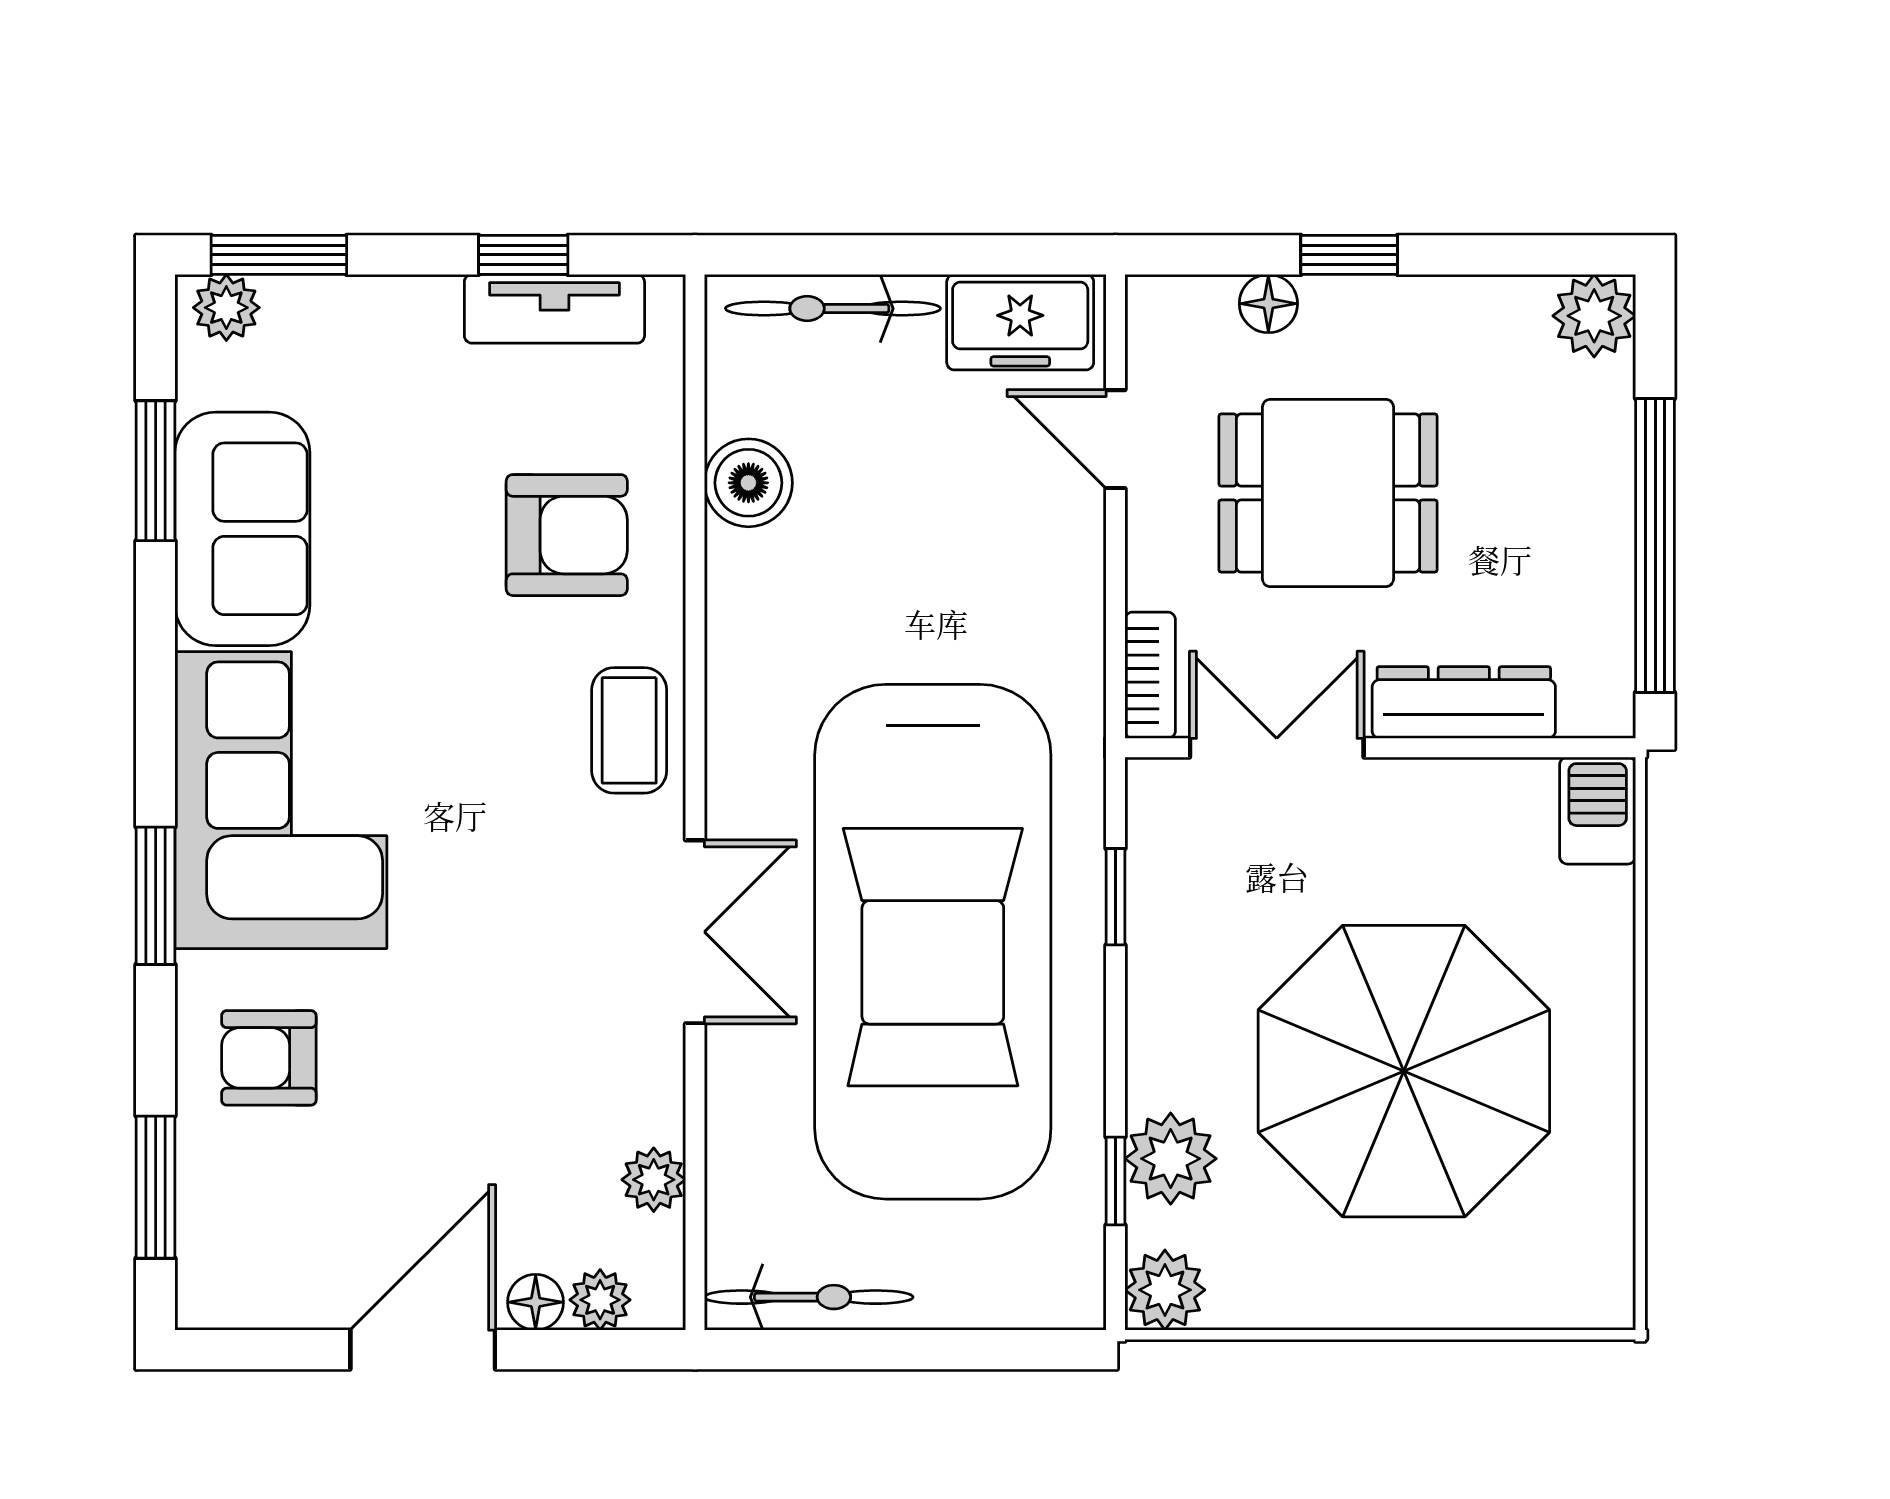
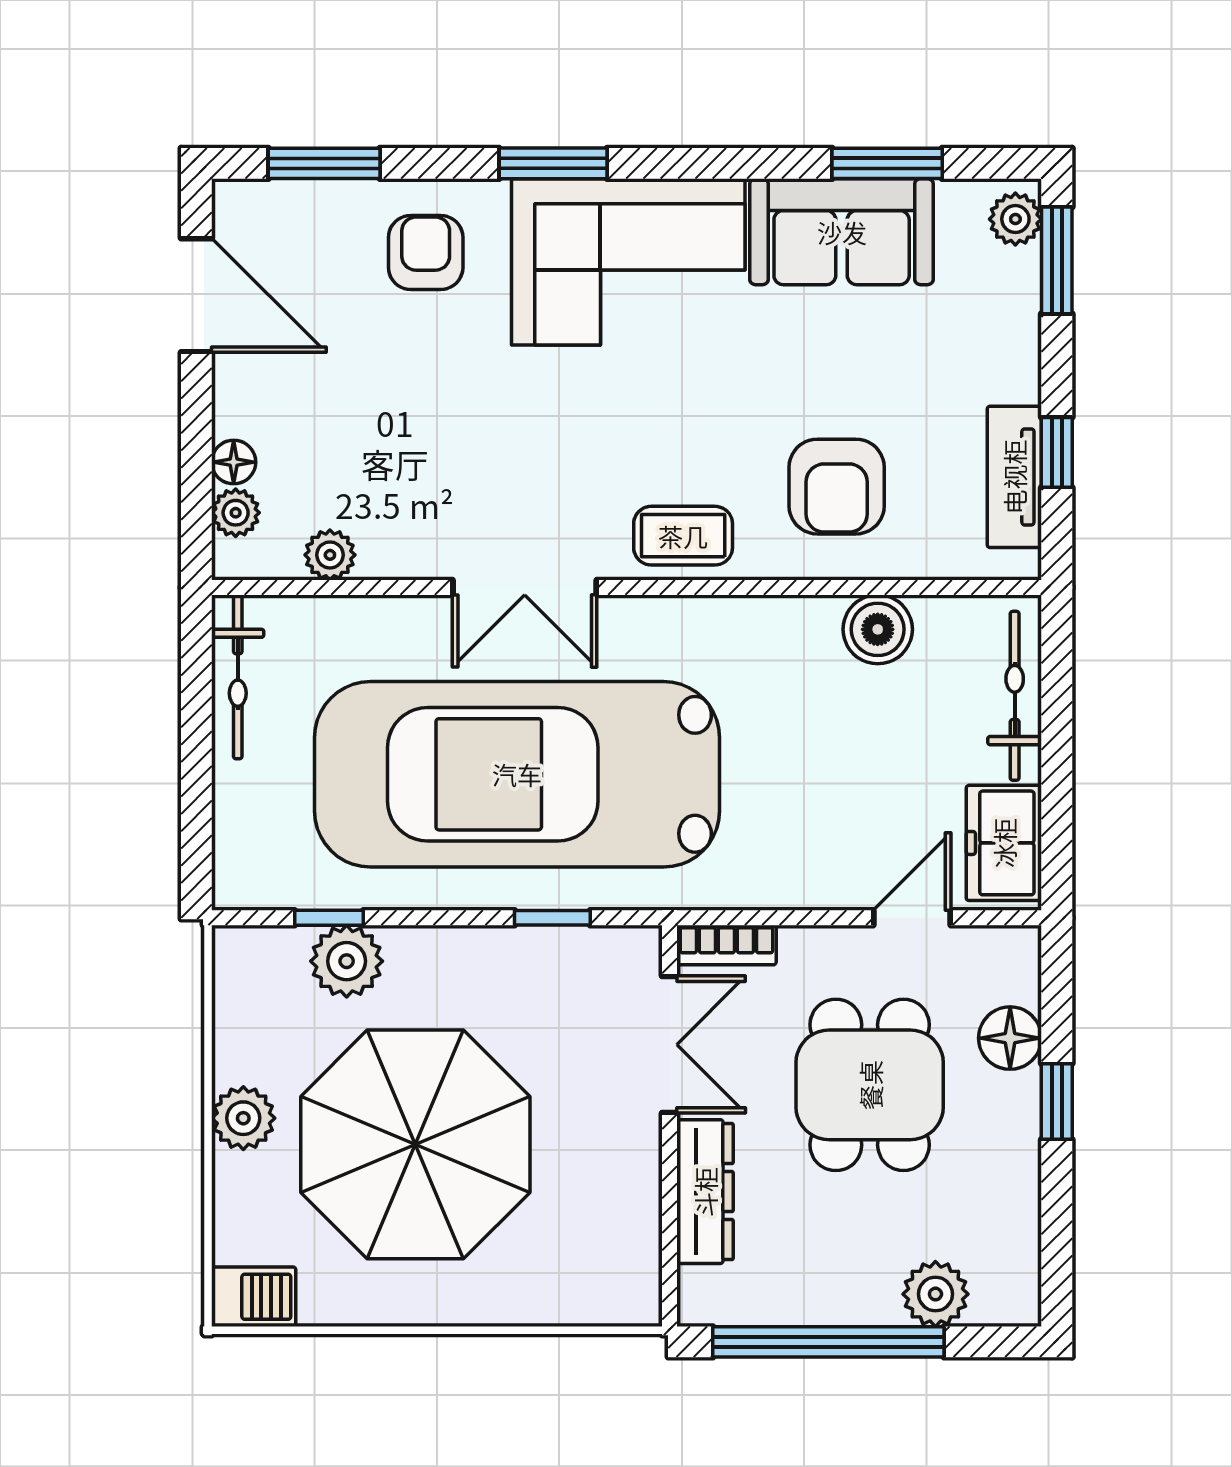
floor lamp: (1268, 304) -> (1010, 1038), width x1.37, depth x1.37
plant: (1594, 316) -> (935, 1294), moved
barbecue: (1598, 811) -> (254, 1297), moved
plant: (1165, 1290) -> (243, 1118), moved
door: (423, 1350) -> (196, 295), moved

